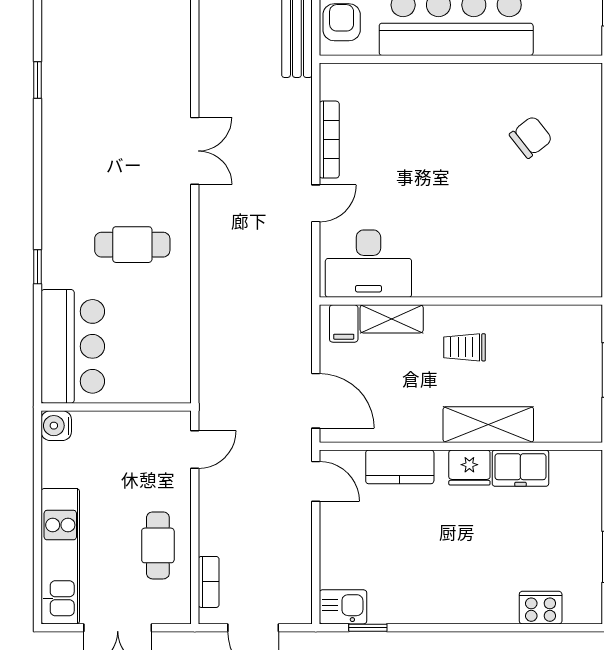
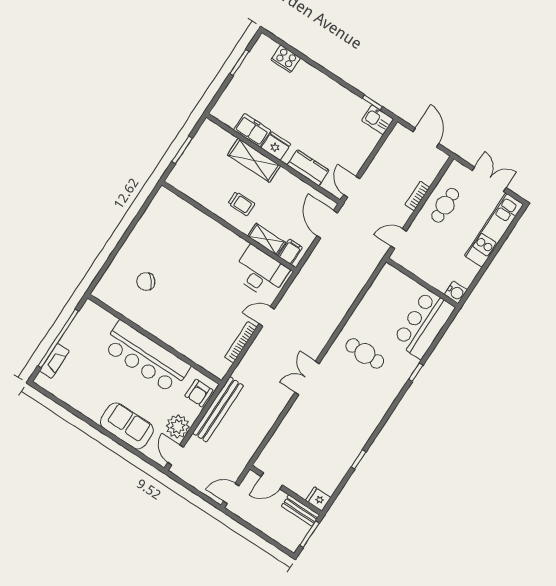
bookcase: (209, 582) -> (417, 196), moved

